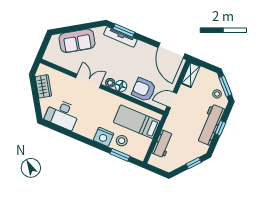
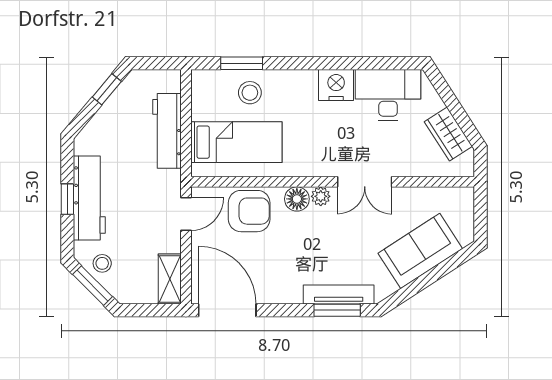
nightstand: (104, 137) -> (336, 85), moved
workbench: (163, 144) -> (167, 131), width x1.38
window: (194, 163) -> (107, 89), moved

